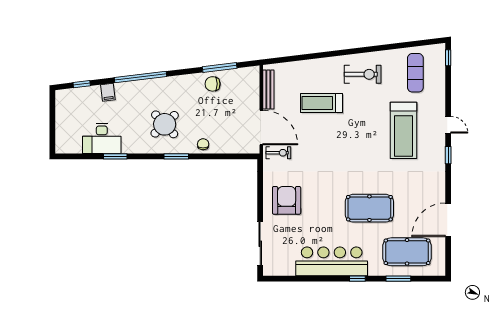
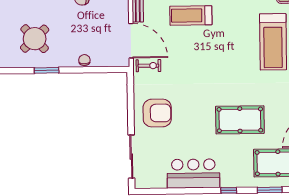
chair: (203, 144) -> (84, 60), moved
armchair: (287, 200) -> (157, 113), turned 90
bar counter: (332, 261) -> (193, 174), width x0.73

